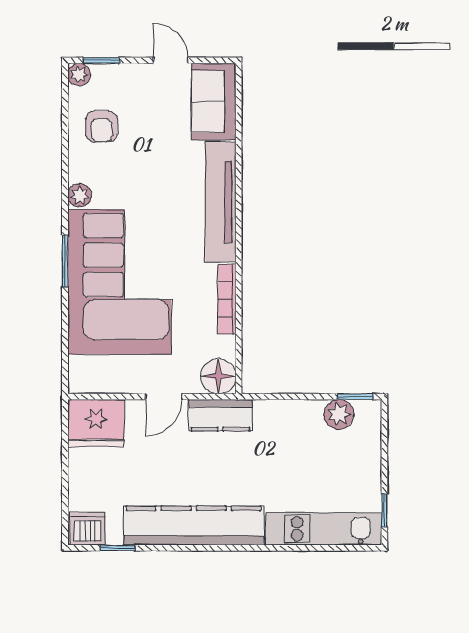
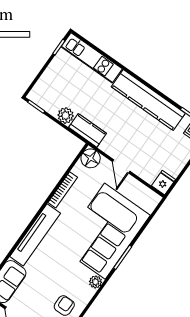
door: (164, 397) -> (121, 166), swing flipped
plant: (339, 414) -> (66, 115), moved
kitchen counter: (220, 415) -> (88, 130), moved
fridge: (96, 423) -> (163, 183), width x0.53, depth x0.75

